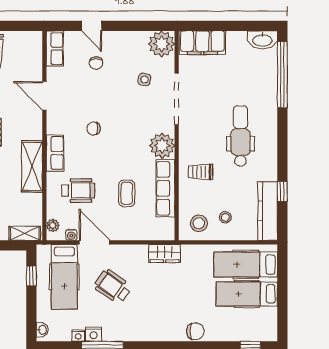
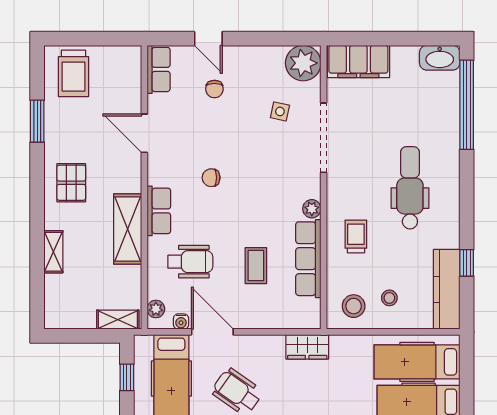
plant: (162, 146) -> (312, 209), width x0.53, depth x0.53
trolley: (201, 172) -> (356, 236), turned 90

